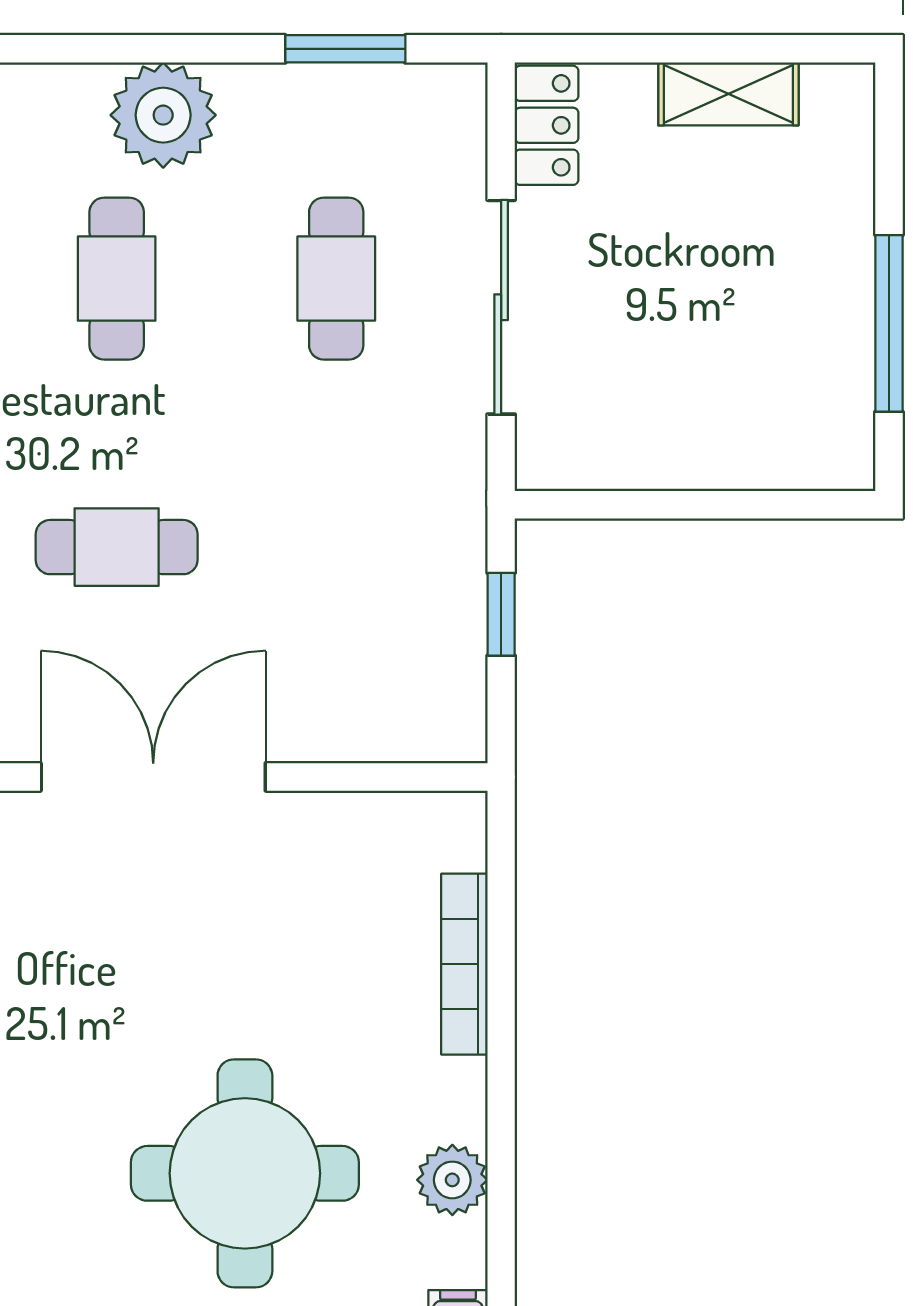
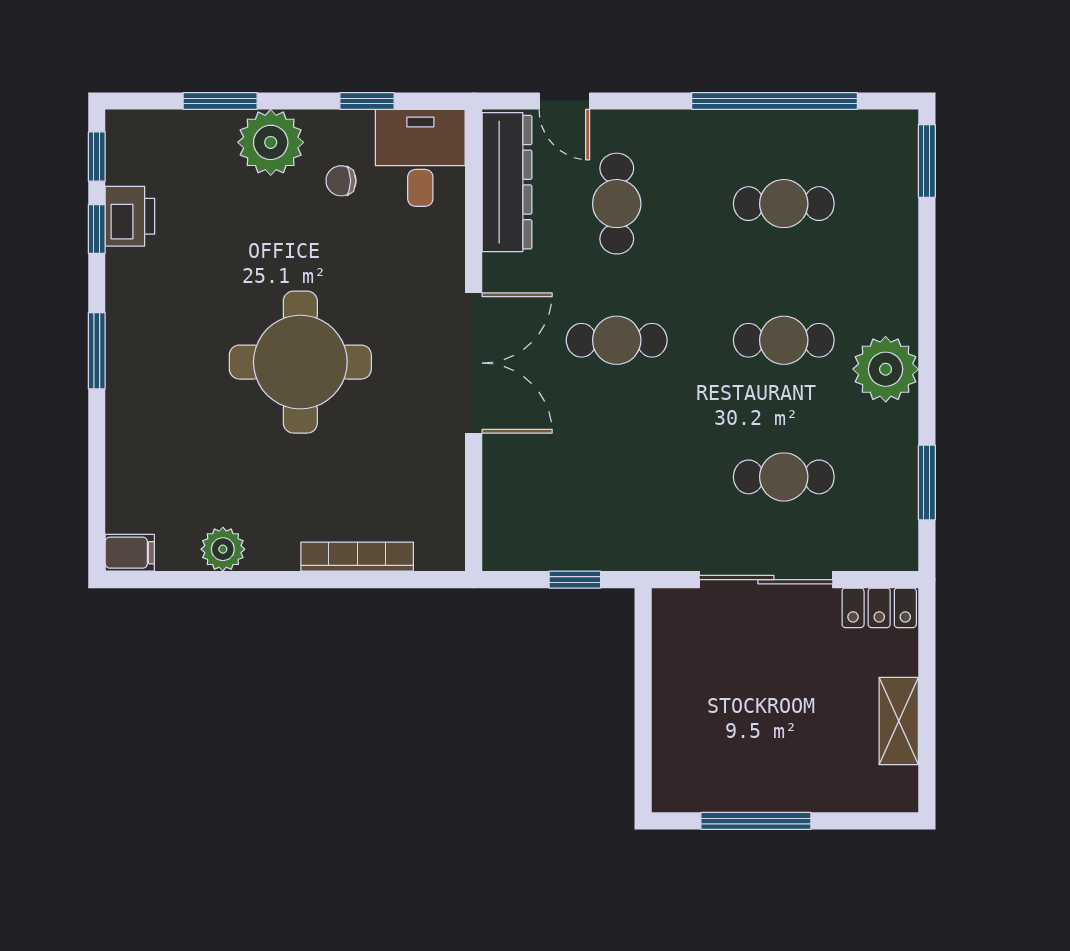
cafe table: (117, 547) -> (617, 340), turned 90
round table: (245, 1173) -> (300, 362), moved

